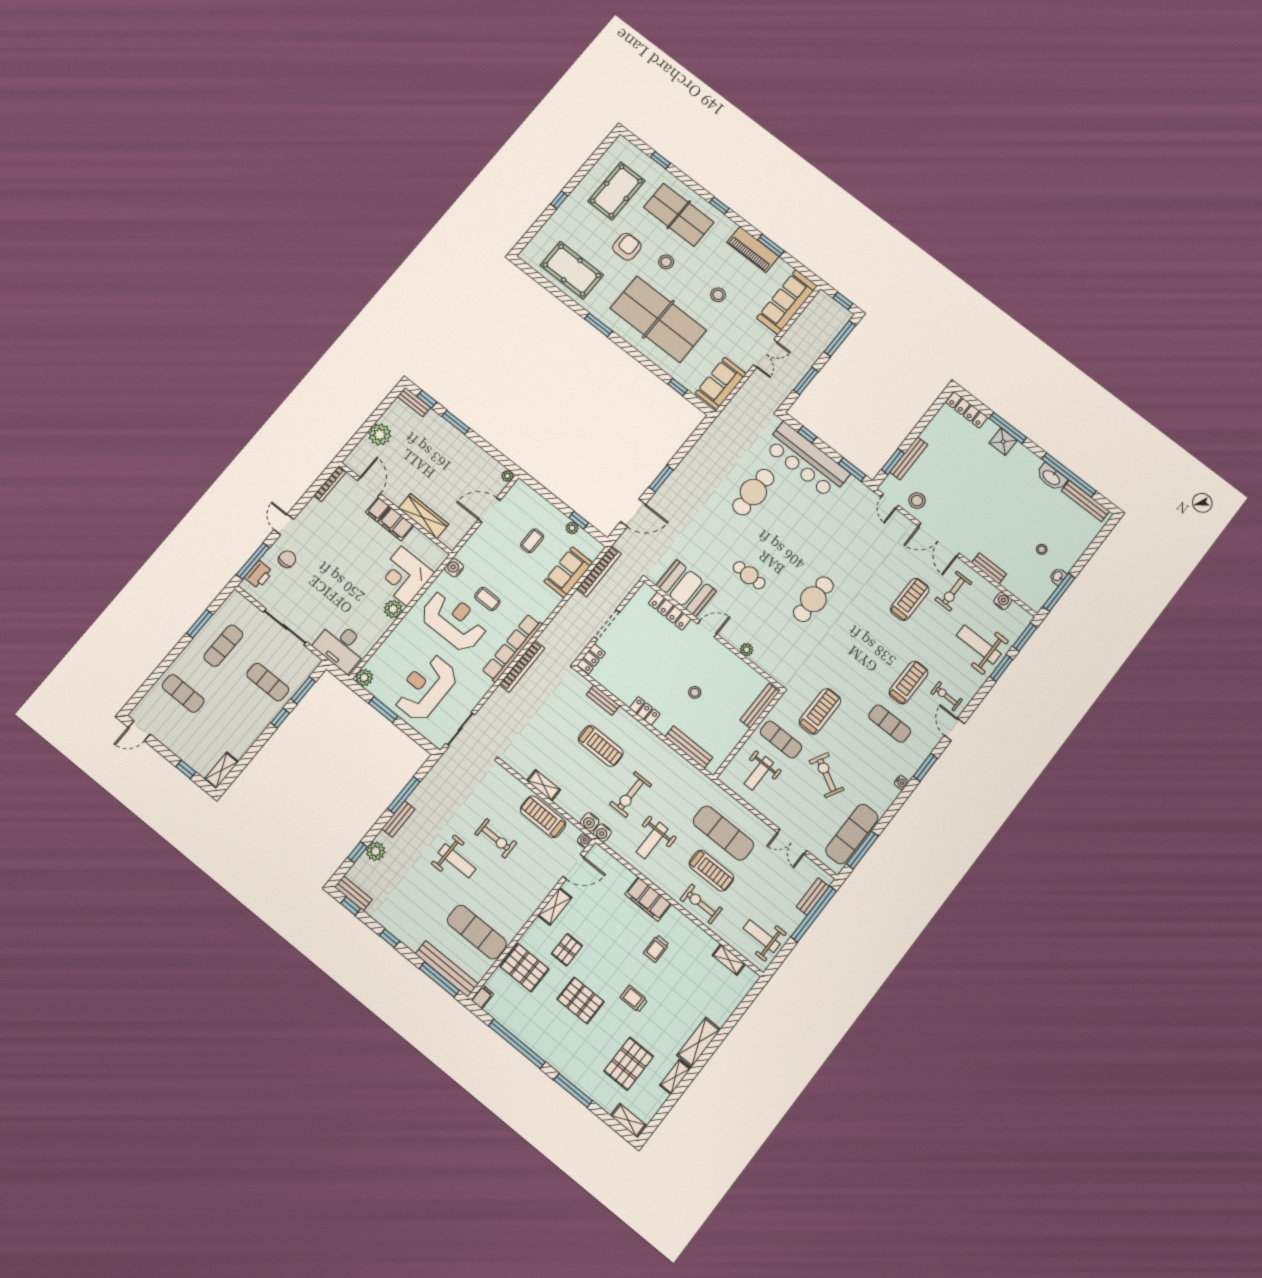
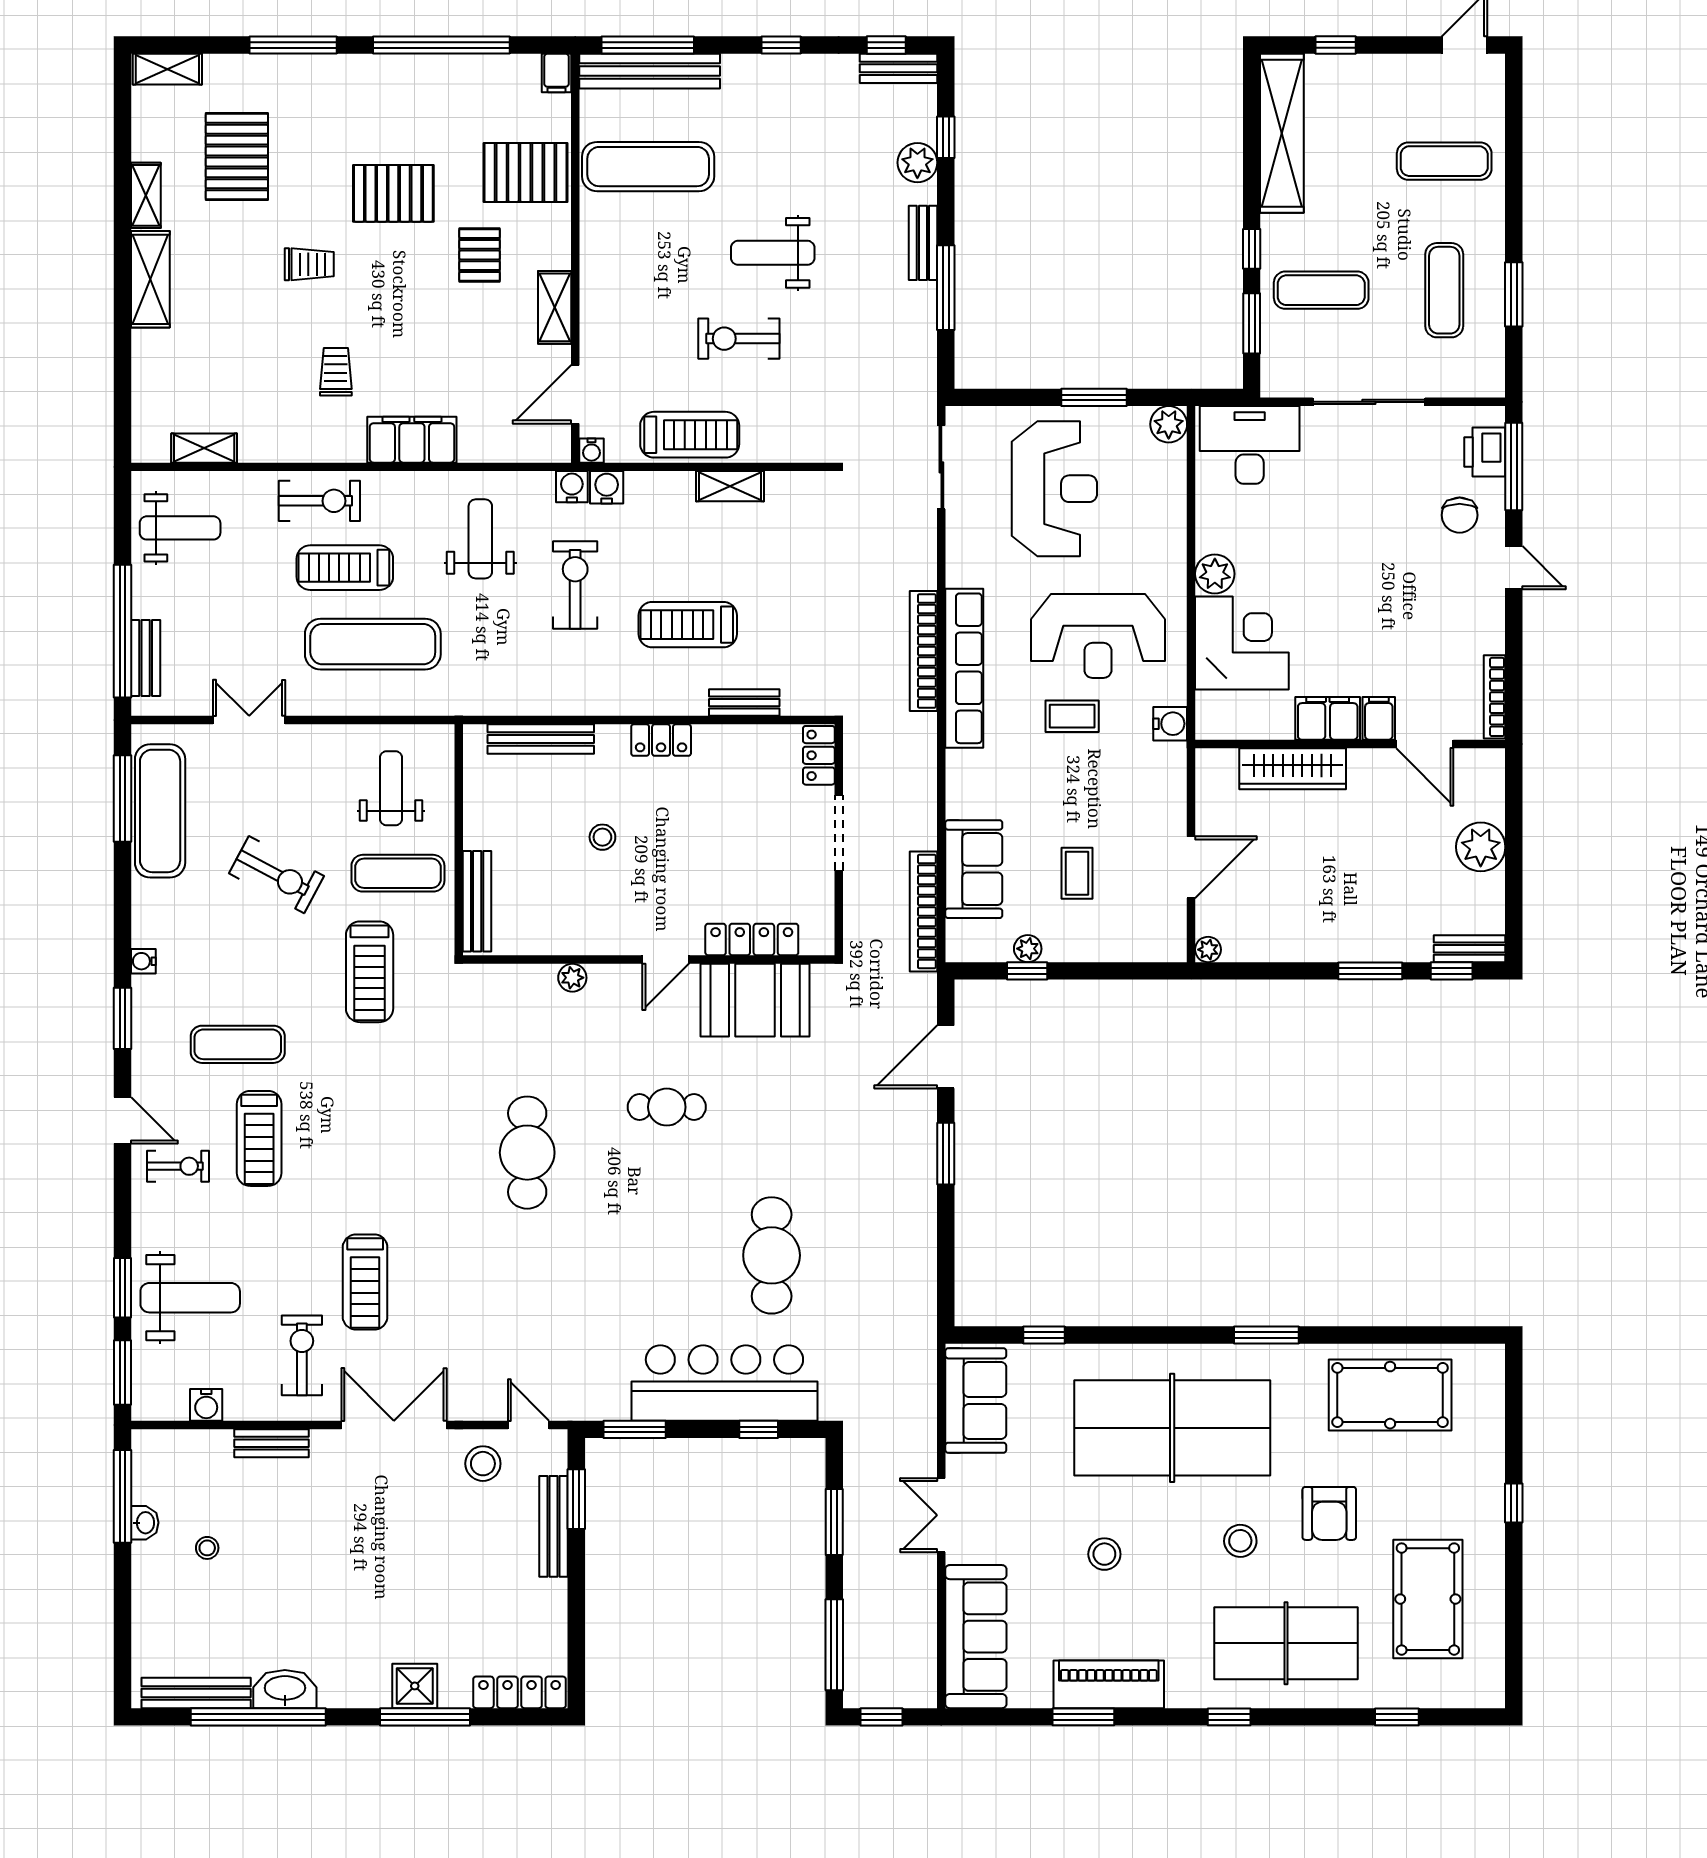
shelving: (221, 770) -> (1282, 133), width x2.20, depth x1.33

